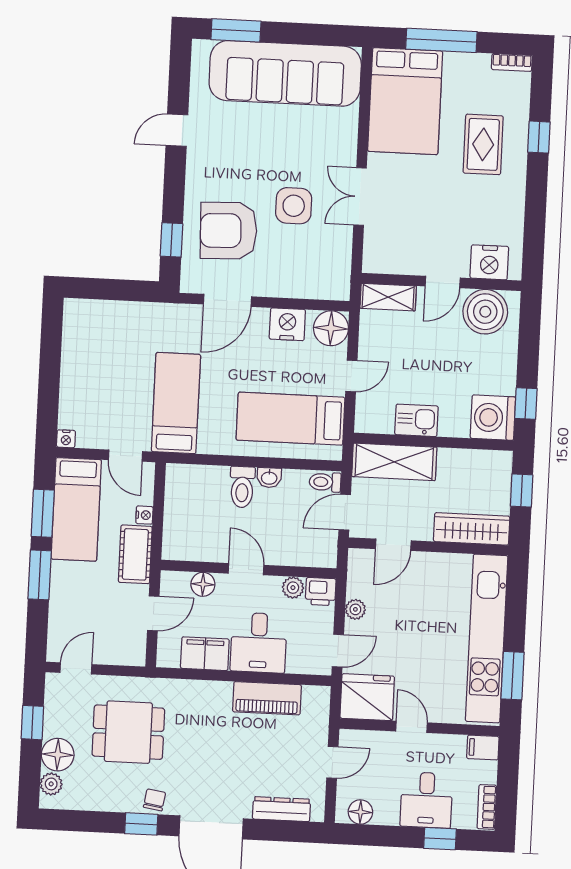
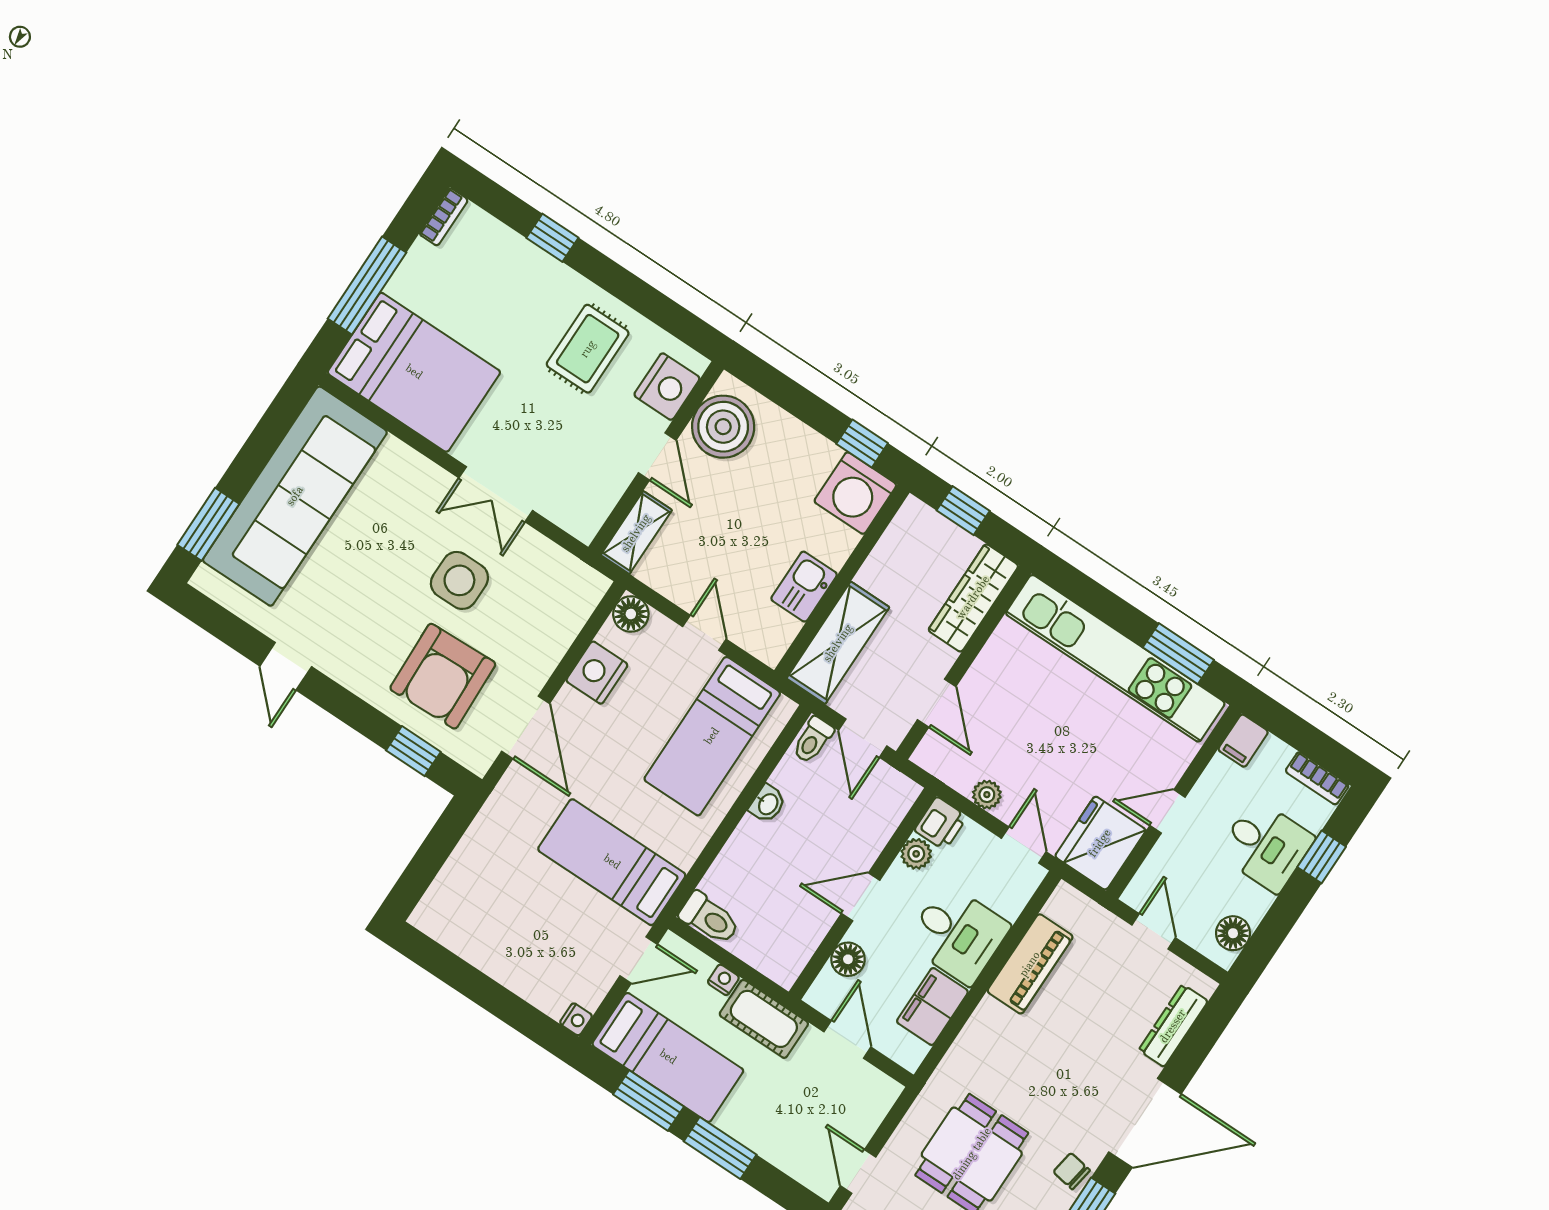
rug: (483, 144) -> (588, 349), moved, turned 90
floor lamp: (331, 328) -> (631, 614), width x0.73, depth x0.73
toilet: (242, 487) -> (709, 918), moved

